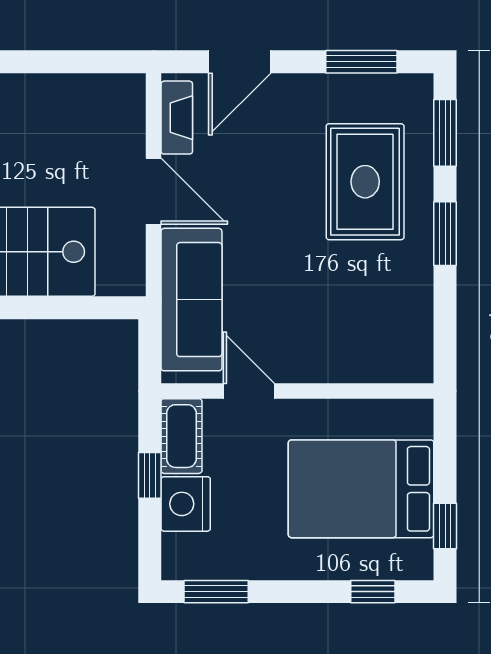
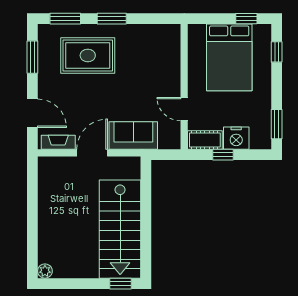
sofa: (191, 300) -> (133, 135), width x0.73
door: (249, 391) -> (184, 109), hinge flipped

